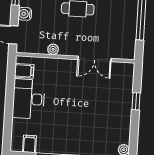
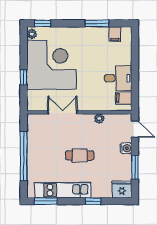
desk: (29, 99) -> (118, 78), width x0.73
corner desk: (104, 114) -> (51, 65), added

